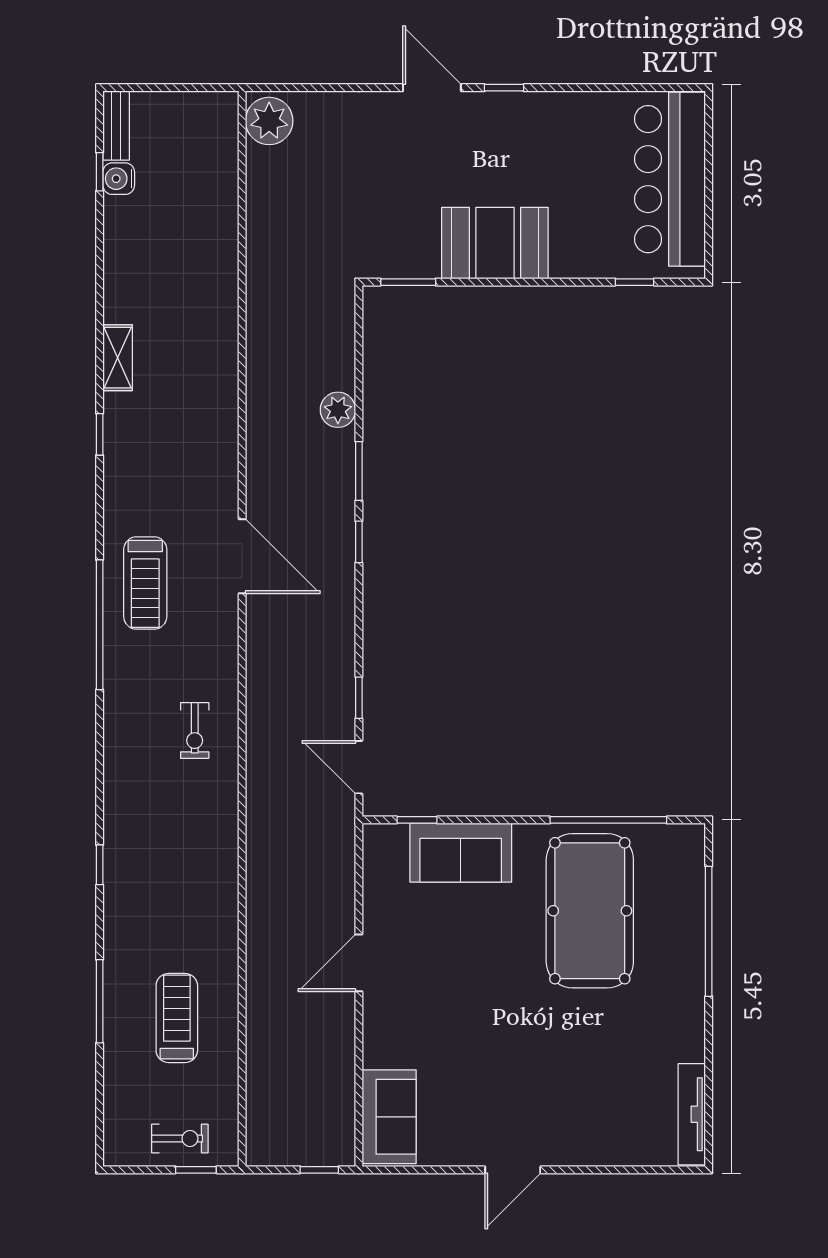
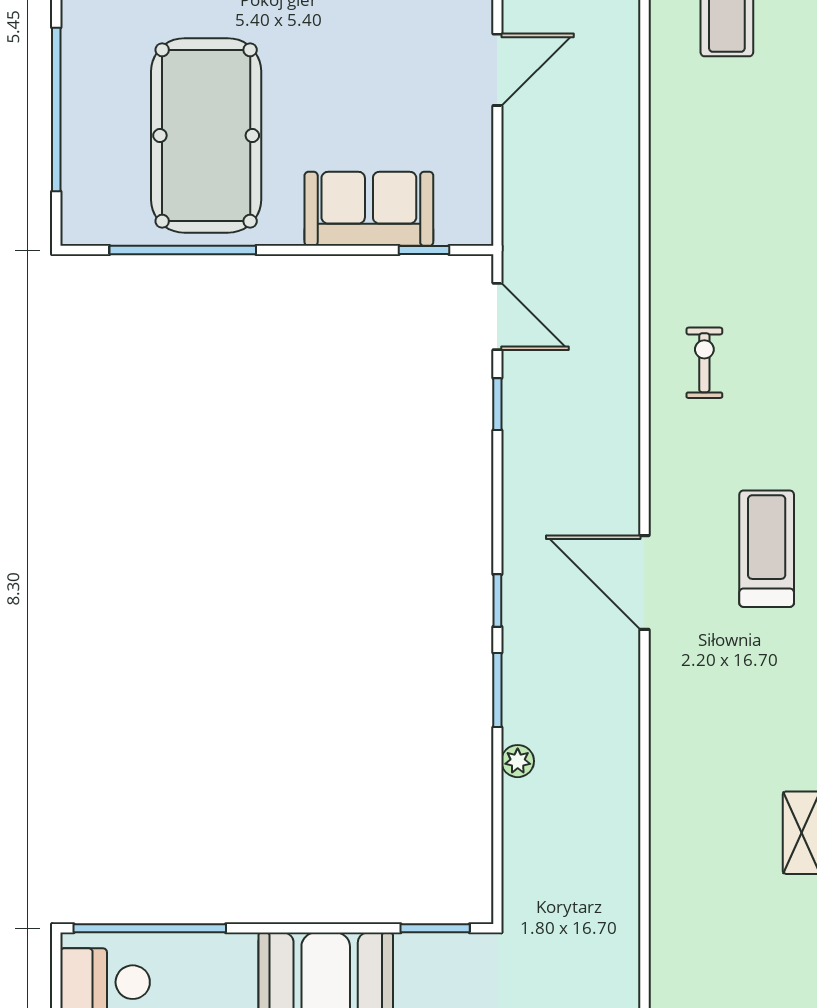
window: (635, 282) -> (150, 928), width x3.17
plant: (338, 410) -> (518, 761), width x0.73, depth x0.73

